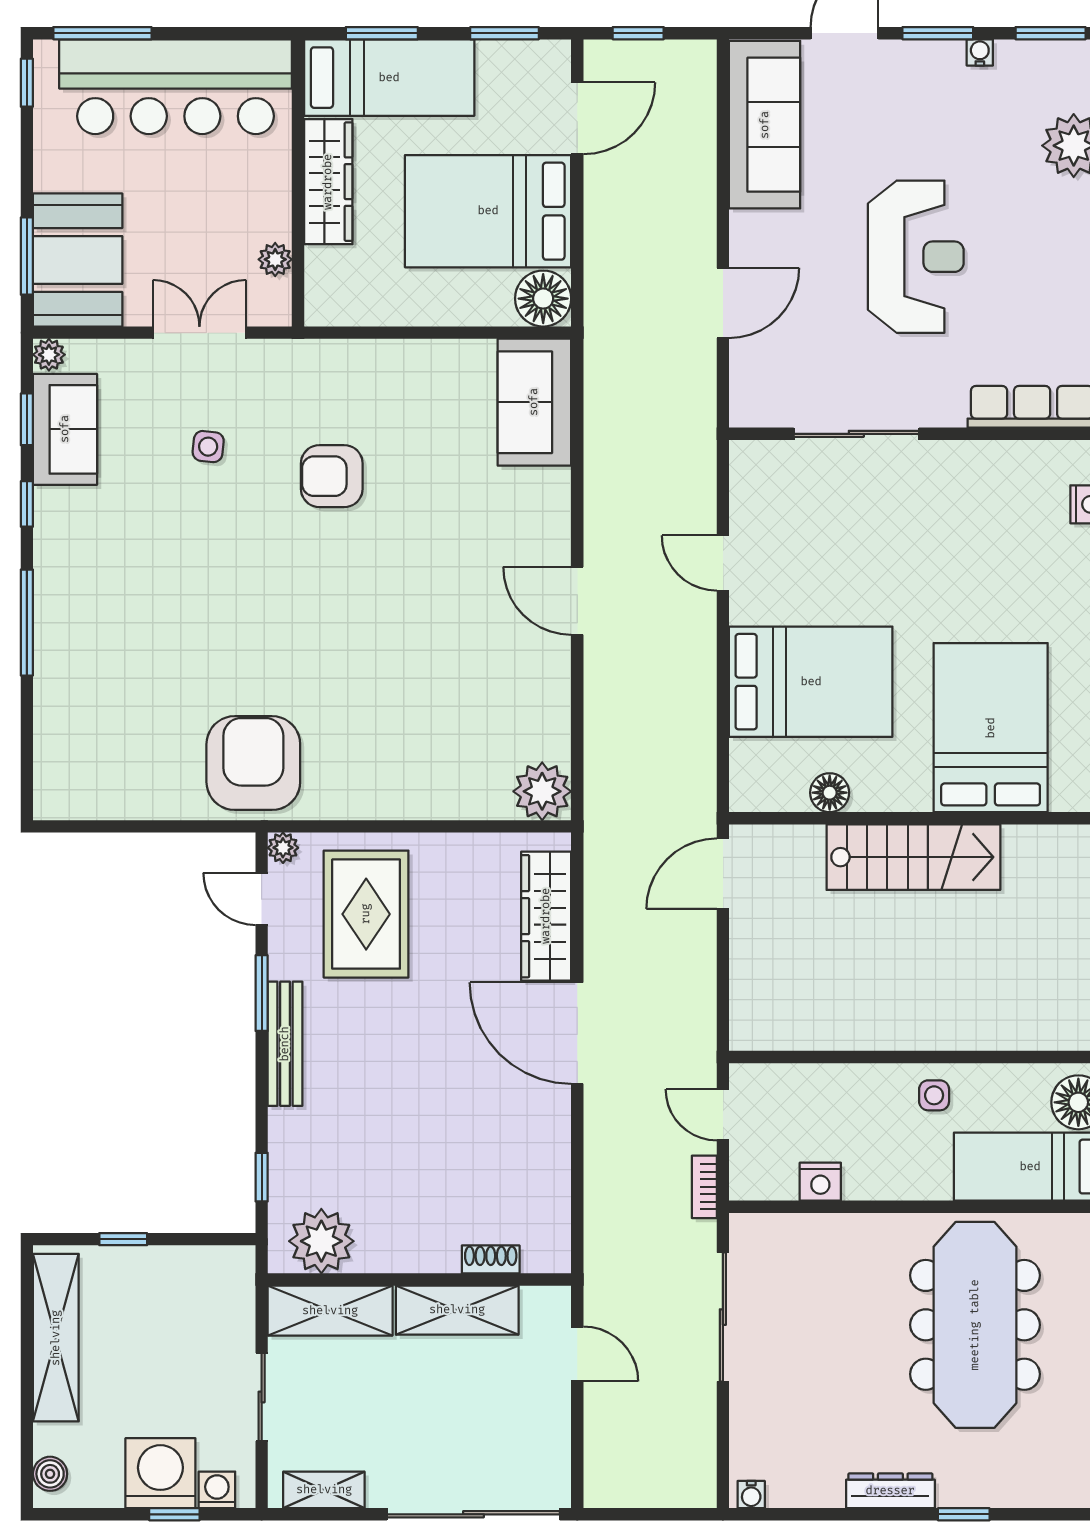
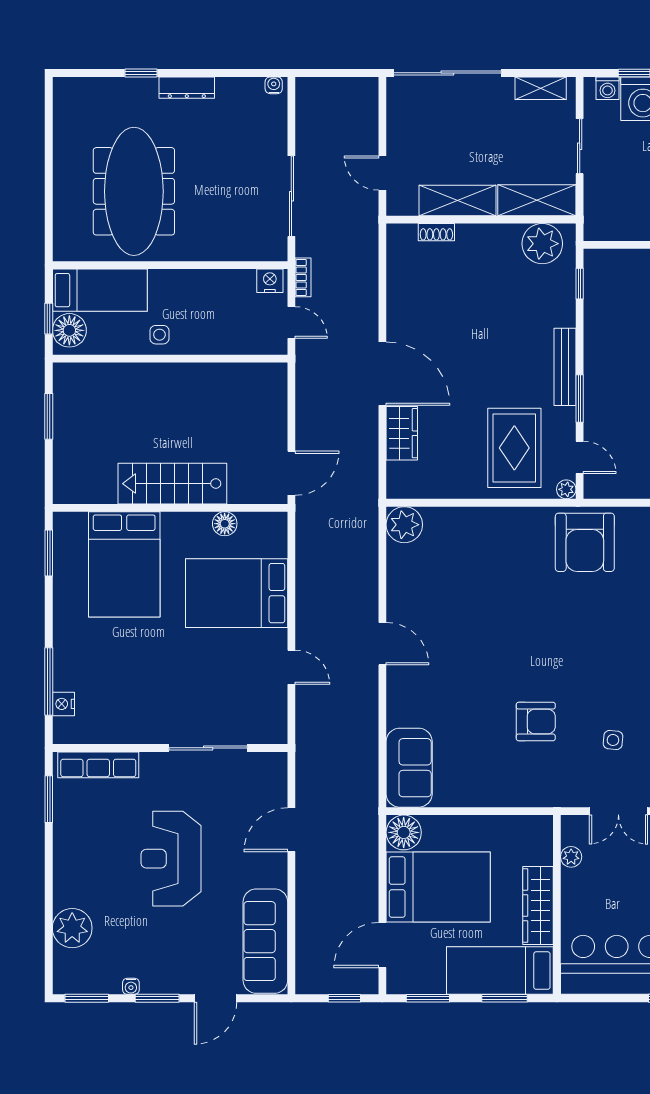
wardrobe: (546, 916) -> (402, 433), width x0.67
nightstand: (820, 1182) -> (270, 281), moved

